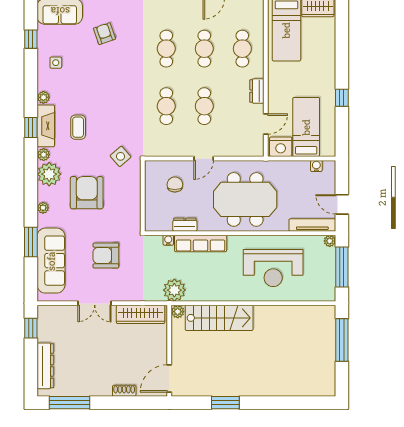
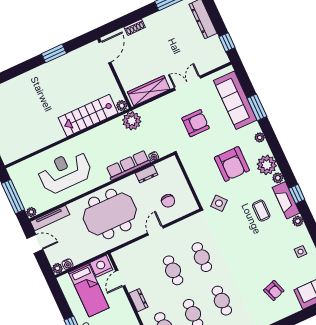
plant: (329, 166) -> (57, 268), added

